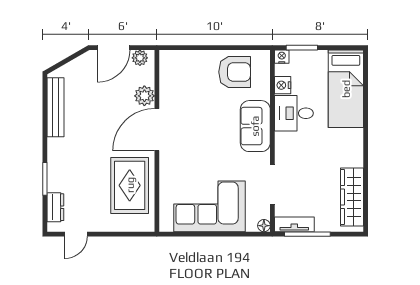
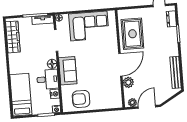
floor lamp: (283, 141) -> (52, 64), added

